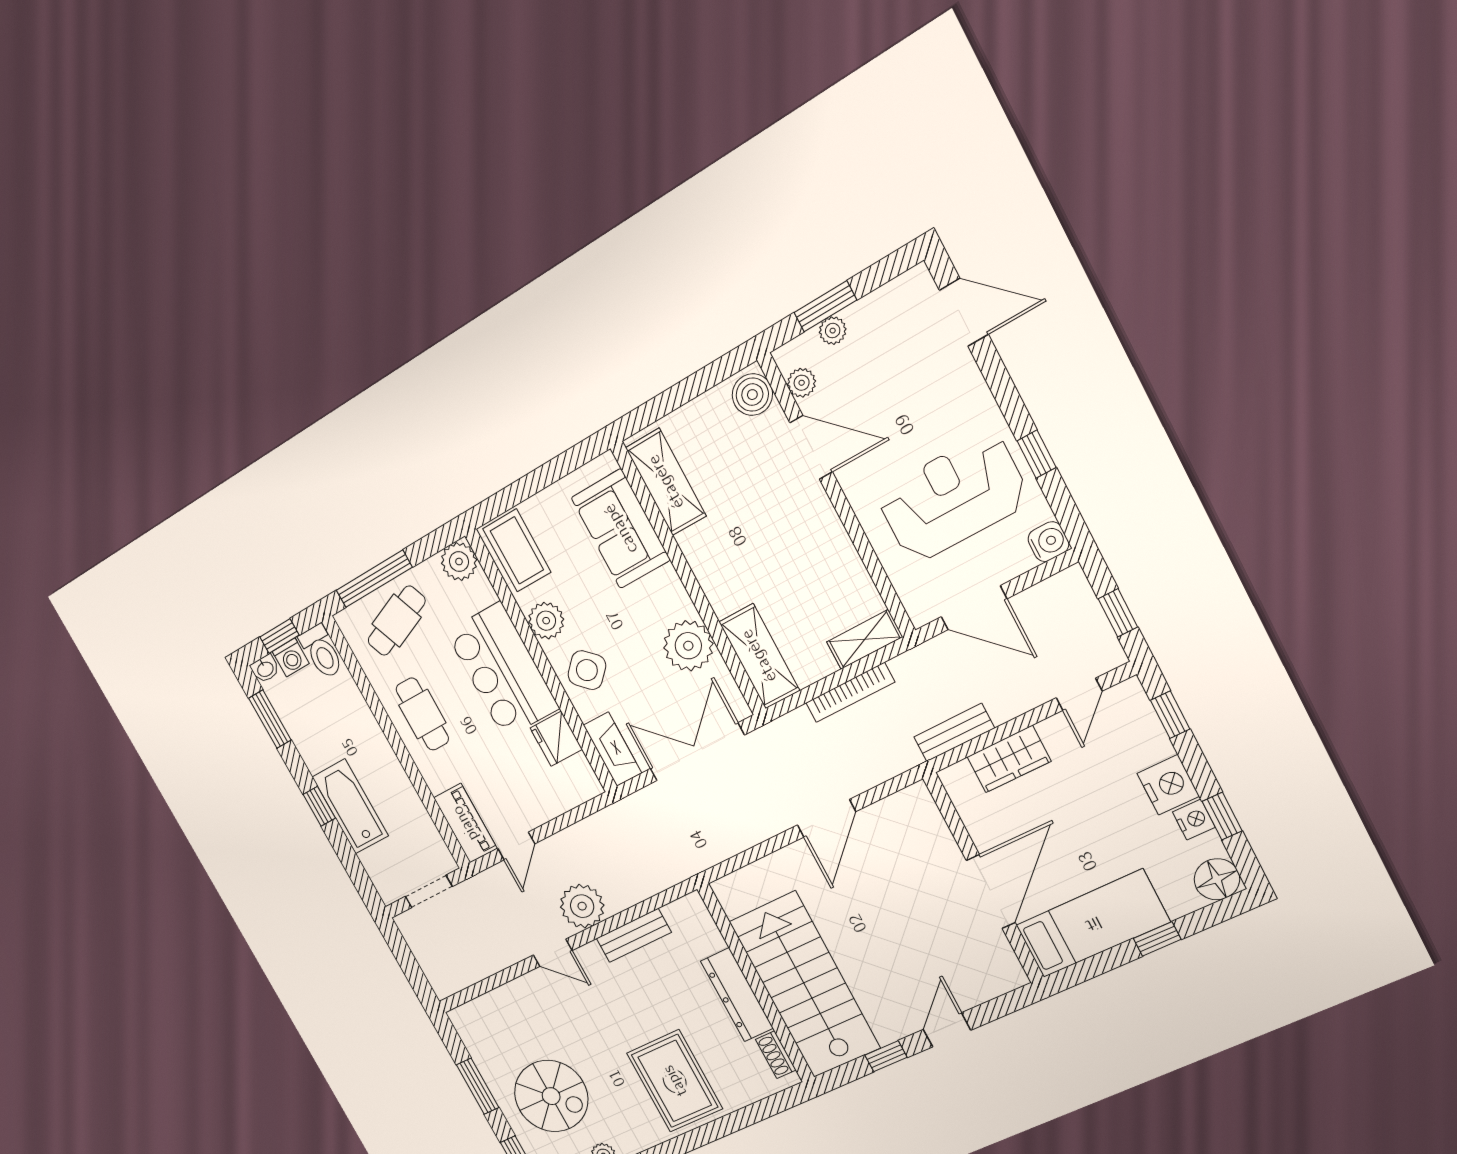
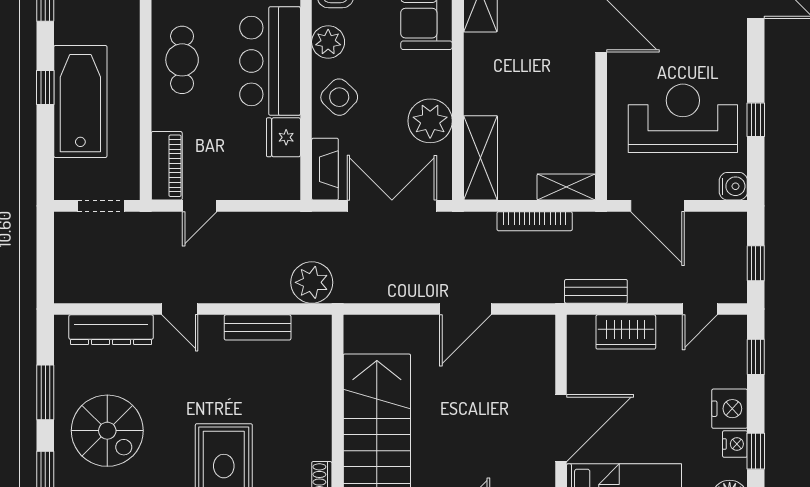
bathtub: (350, 806) -> (80, 101), width x1.36, depth x1.36
plant: (582, 906) -> (312, 282), moved
dresser: (737, 995) -> (111, 330), moved, turned -90

